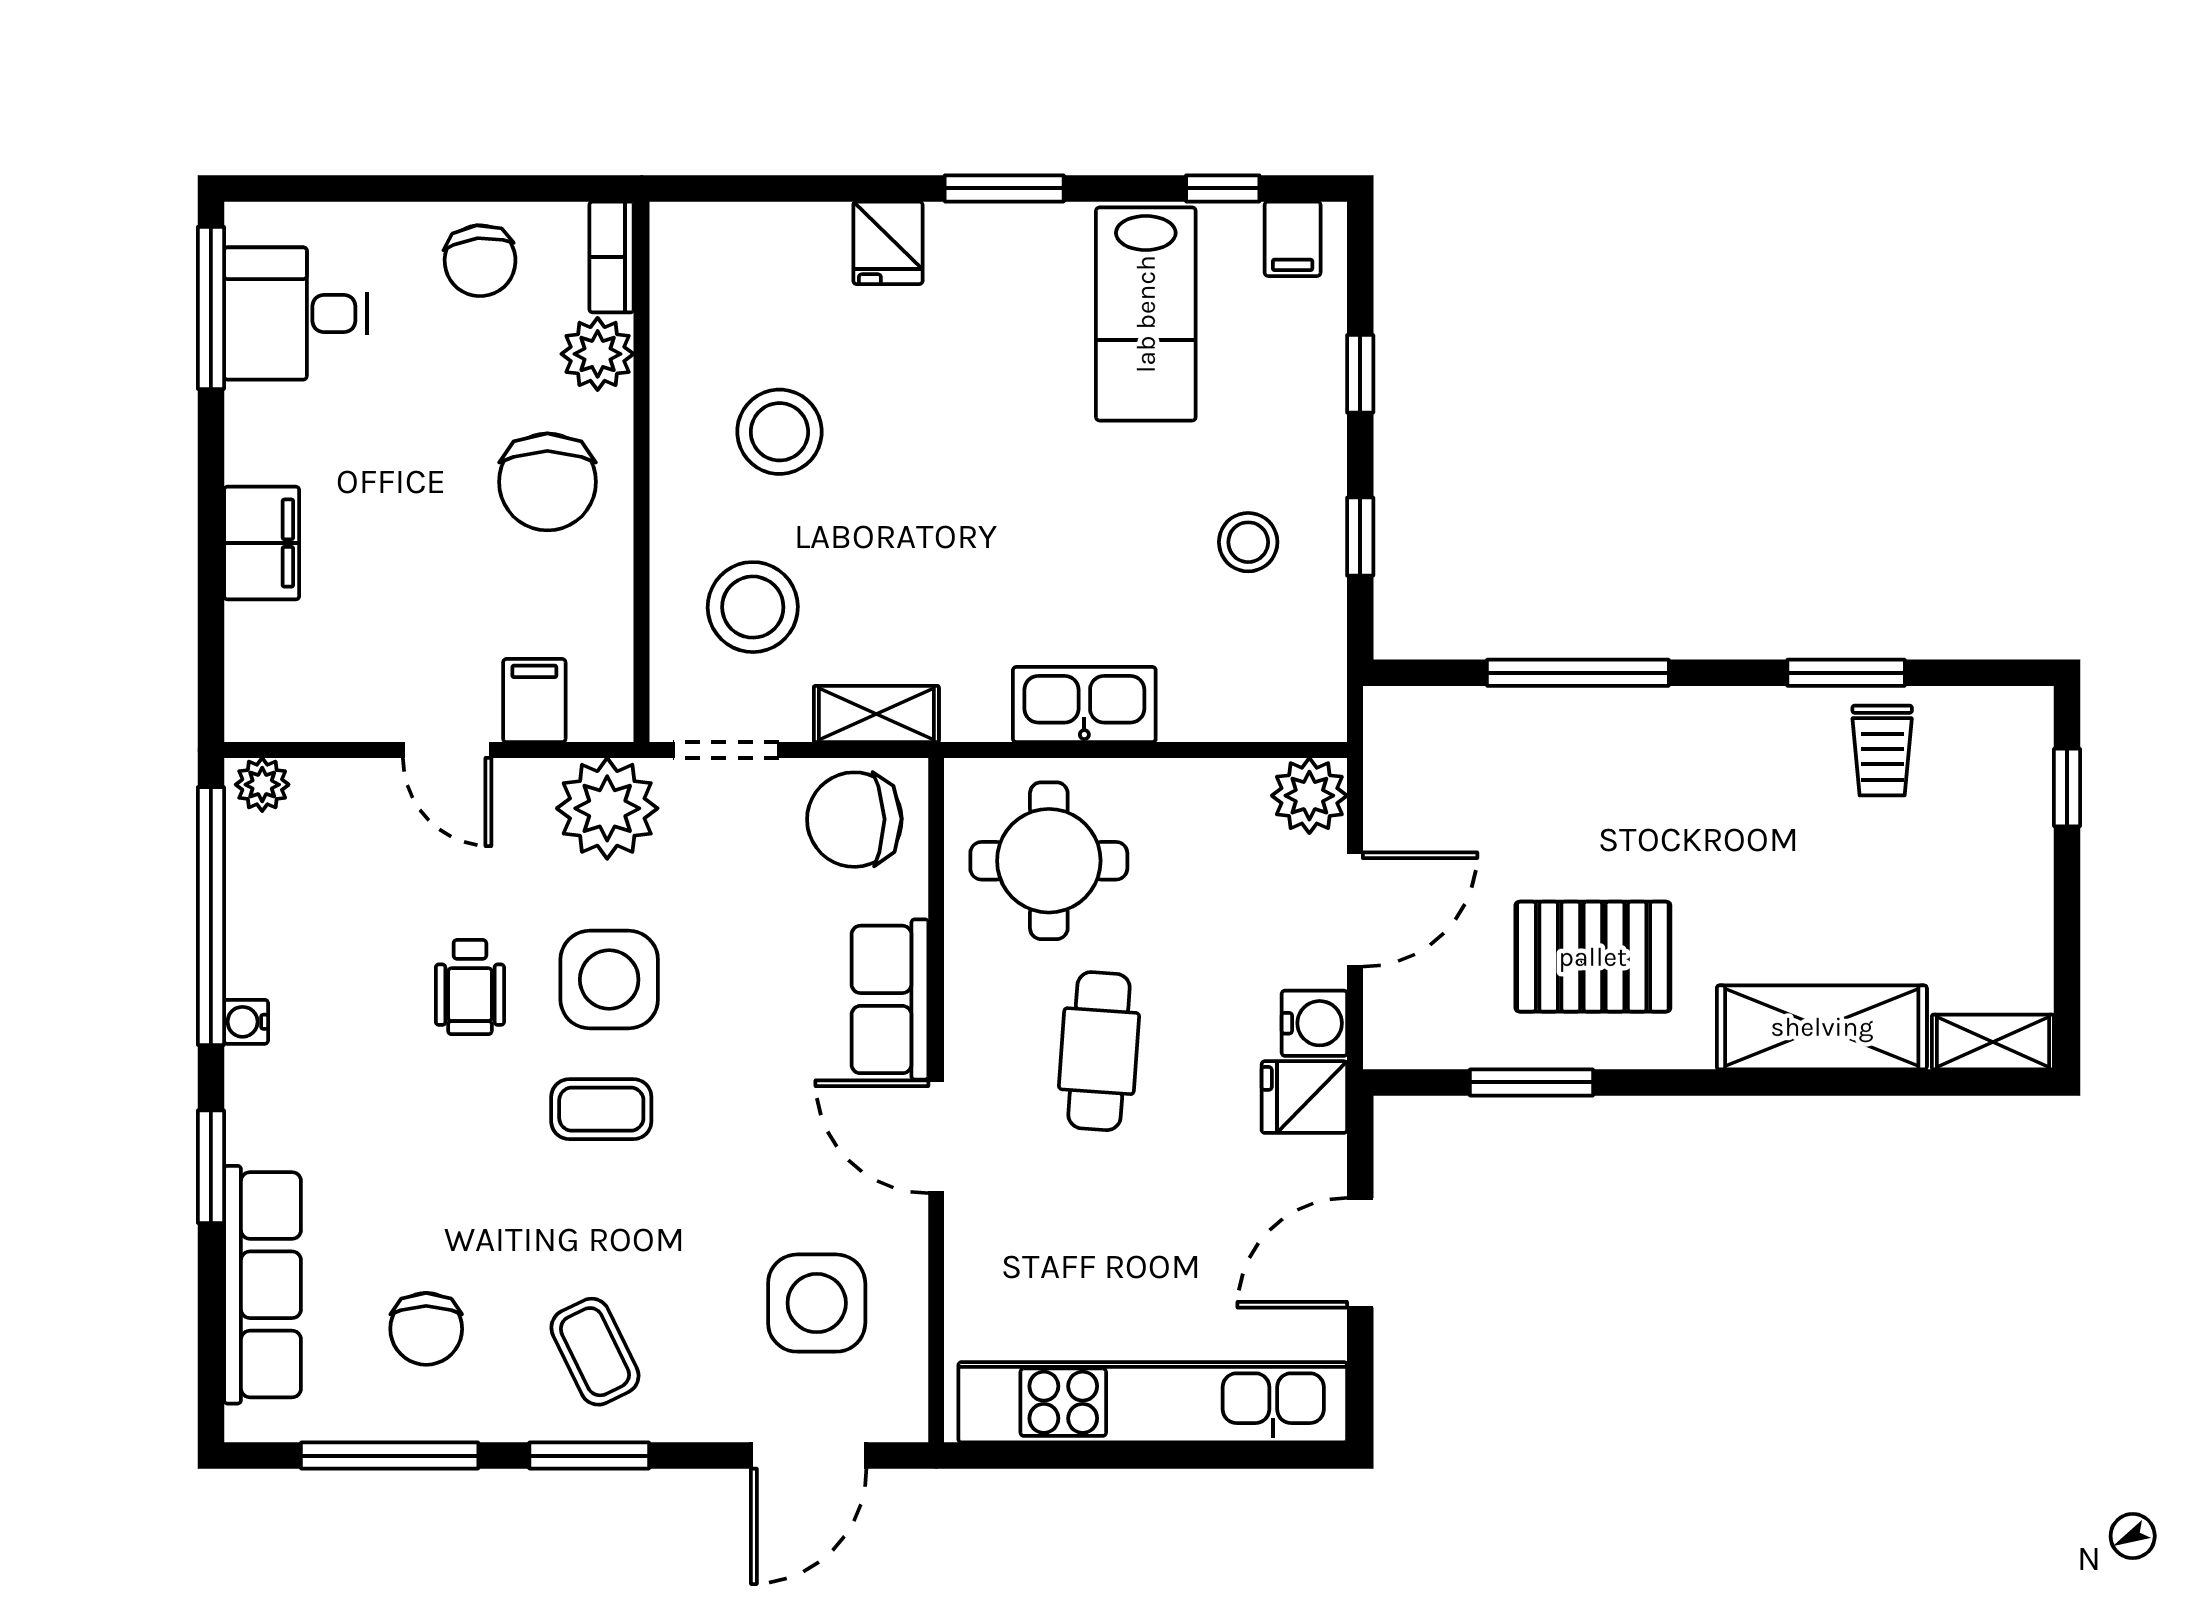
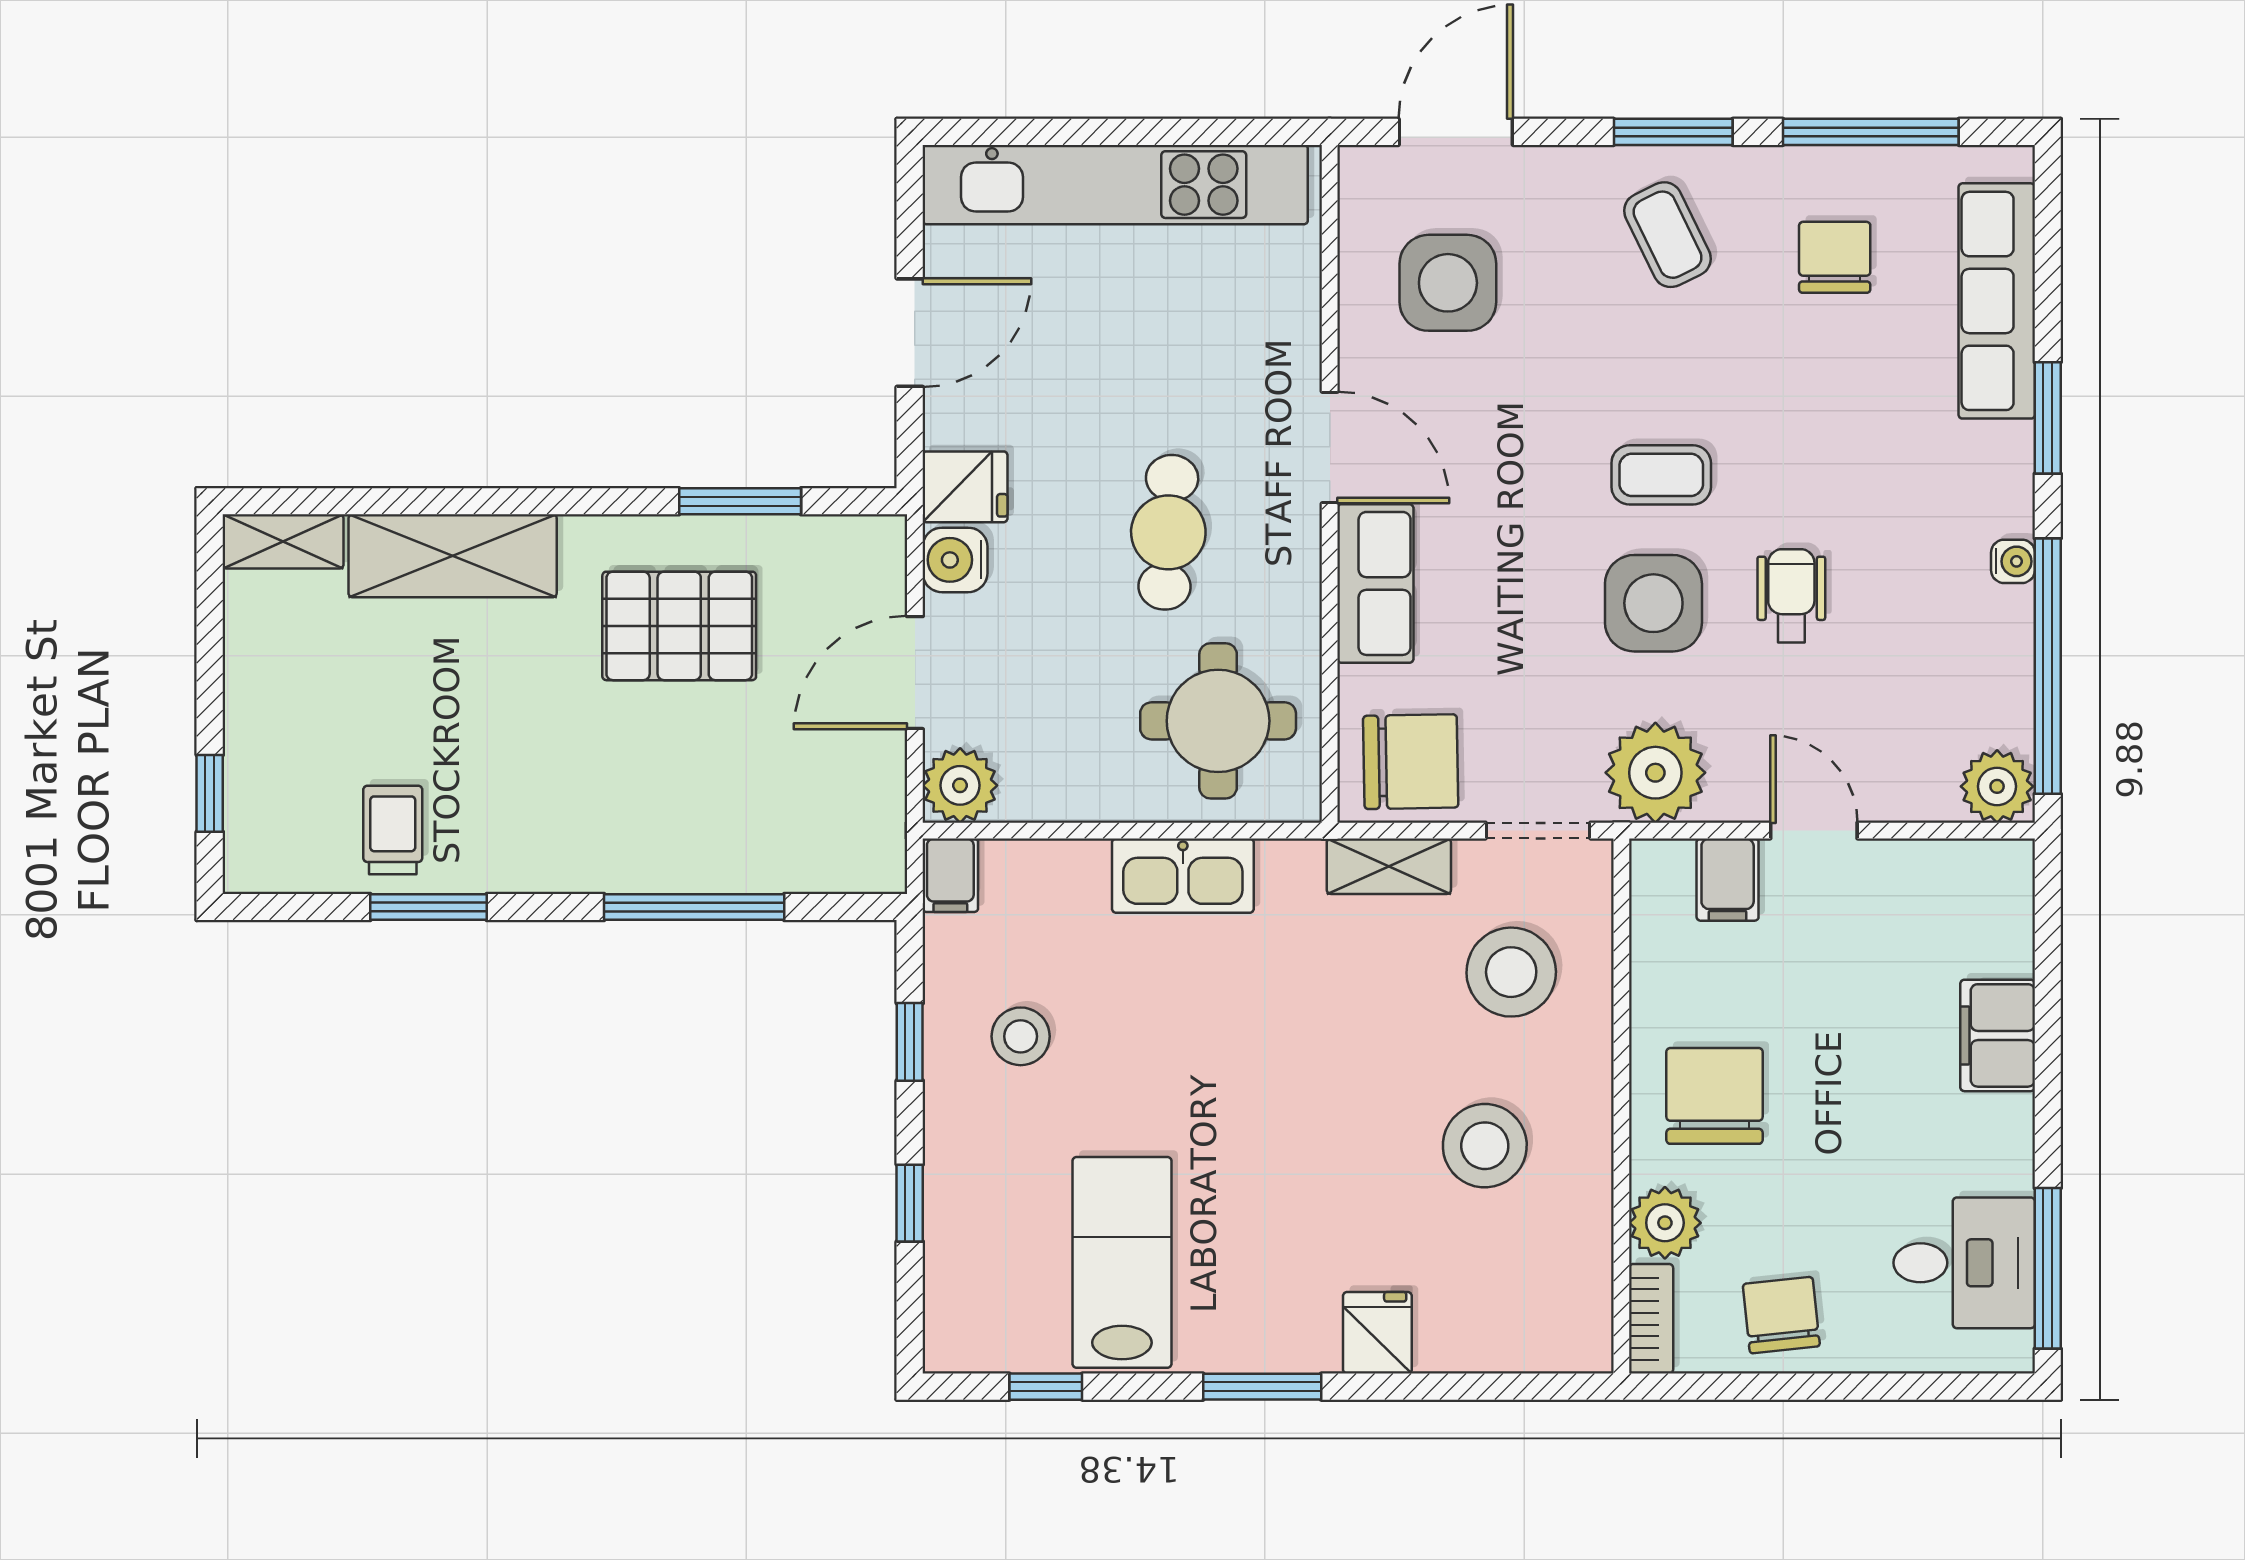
filing cabinet: (1293, 239) -> (950, 875), moved, turned 180
plant: (262, 785) -> (1997, 786), width x1.38, depth x1.38

